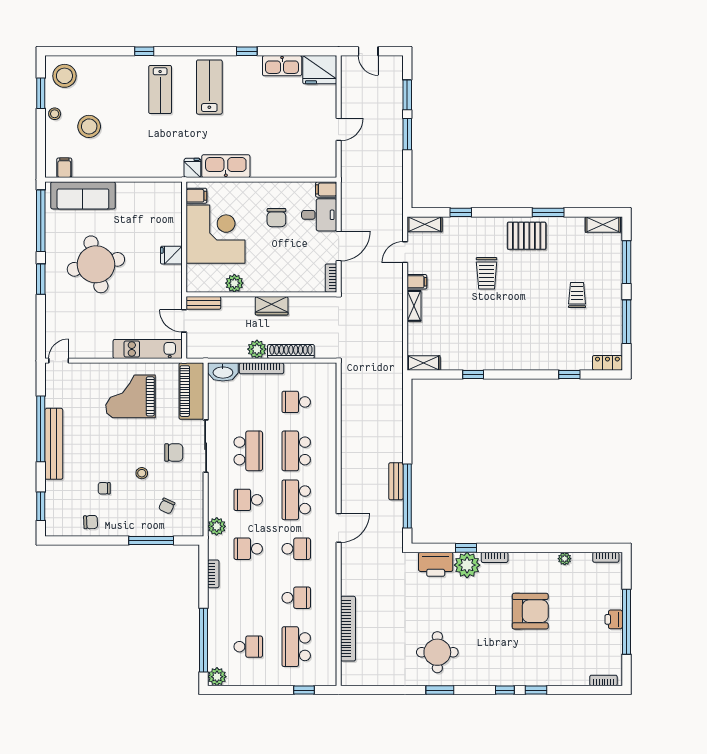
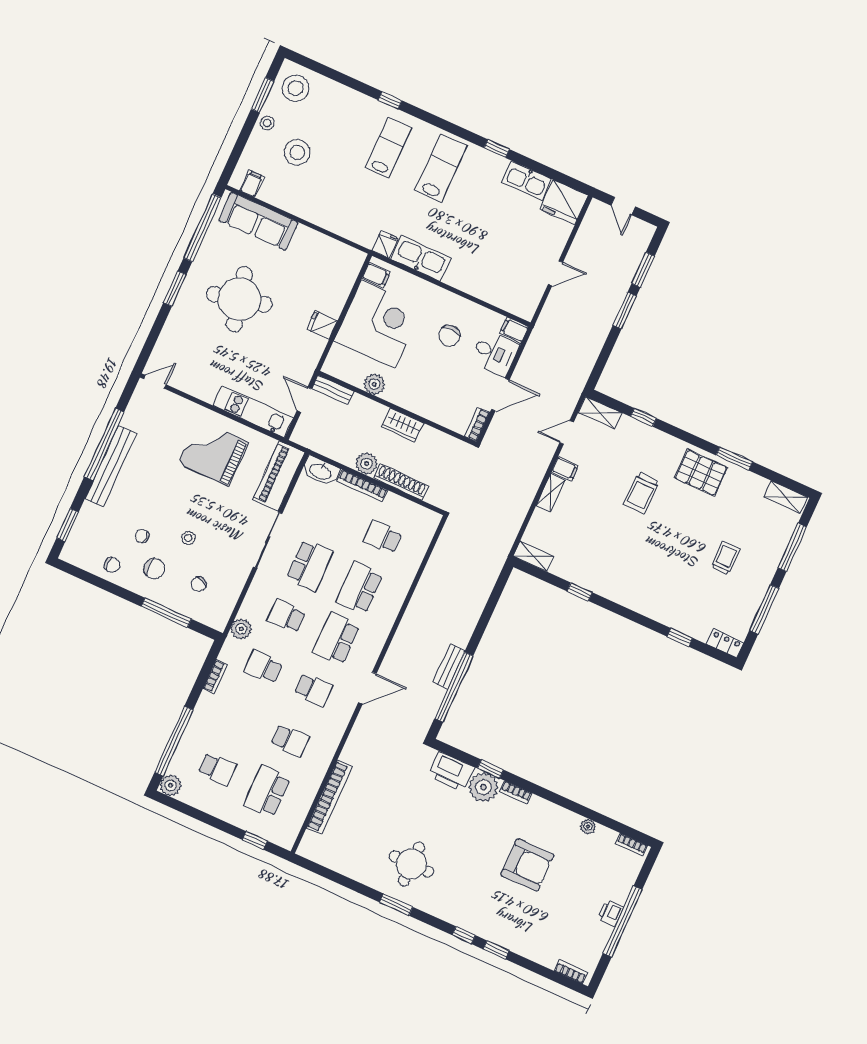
lab bench: (160, 90) -> (388, 148), turned 180
chair: (174, 453) -> (154, 569), moved

